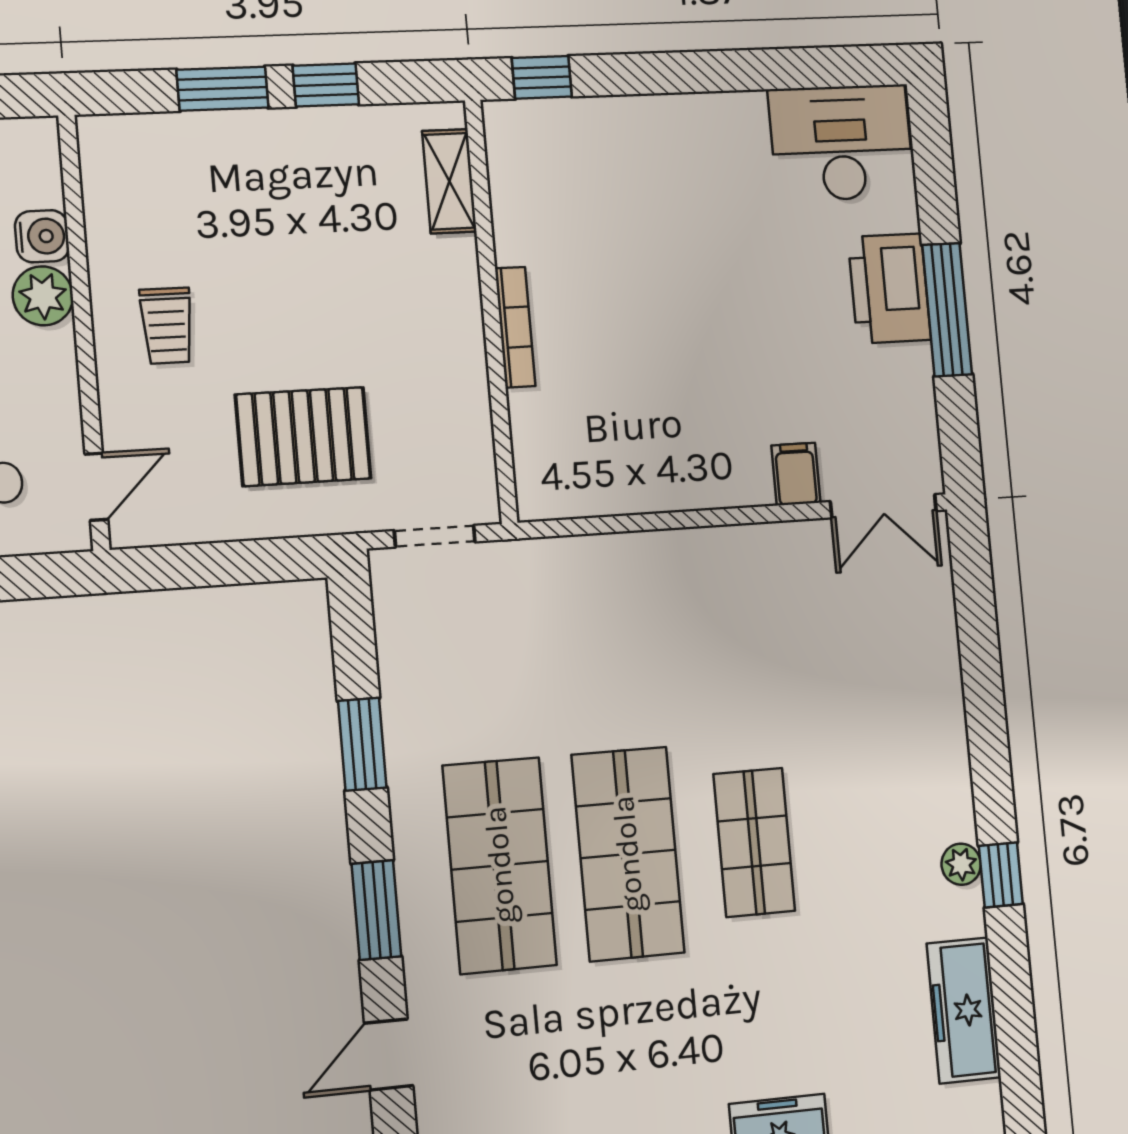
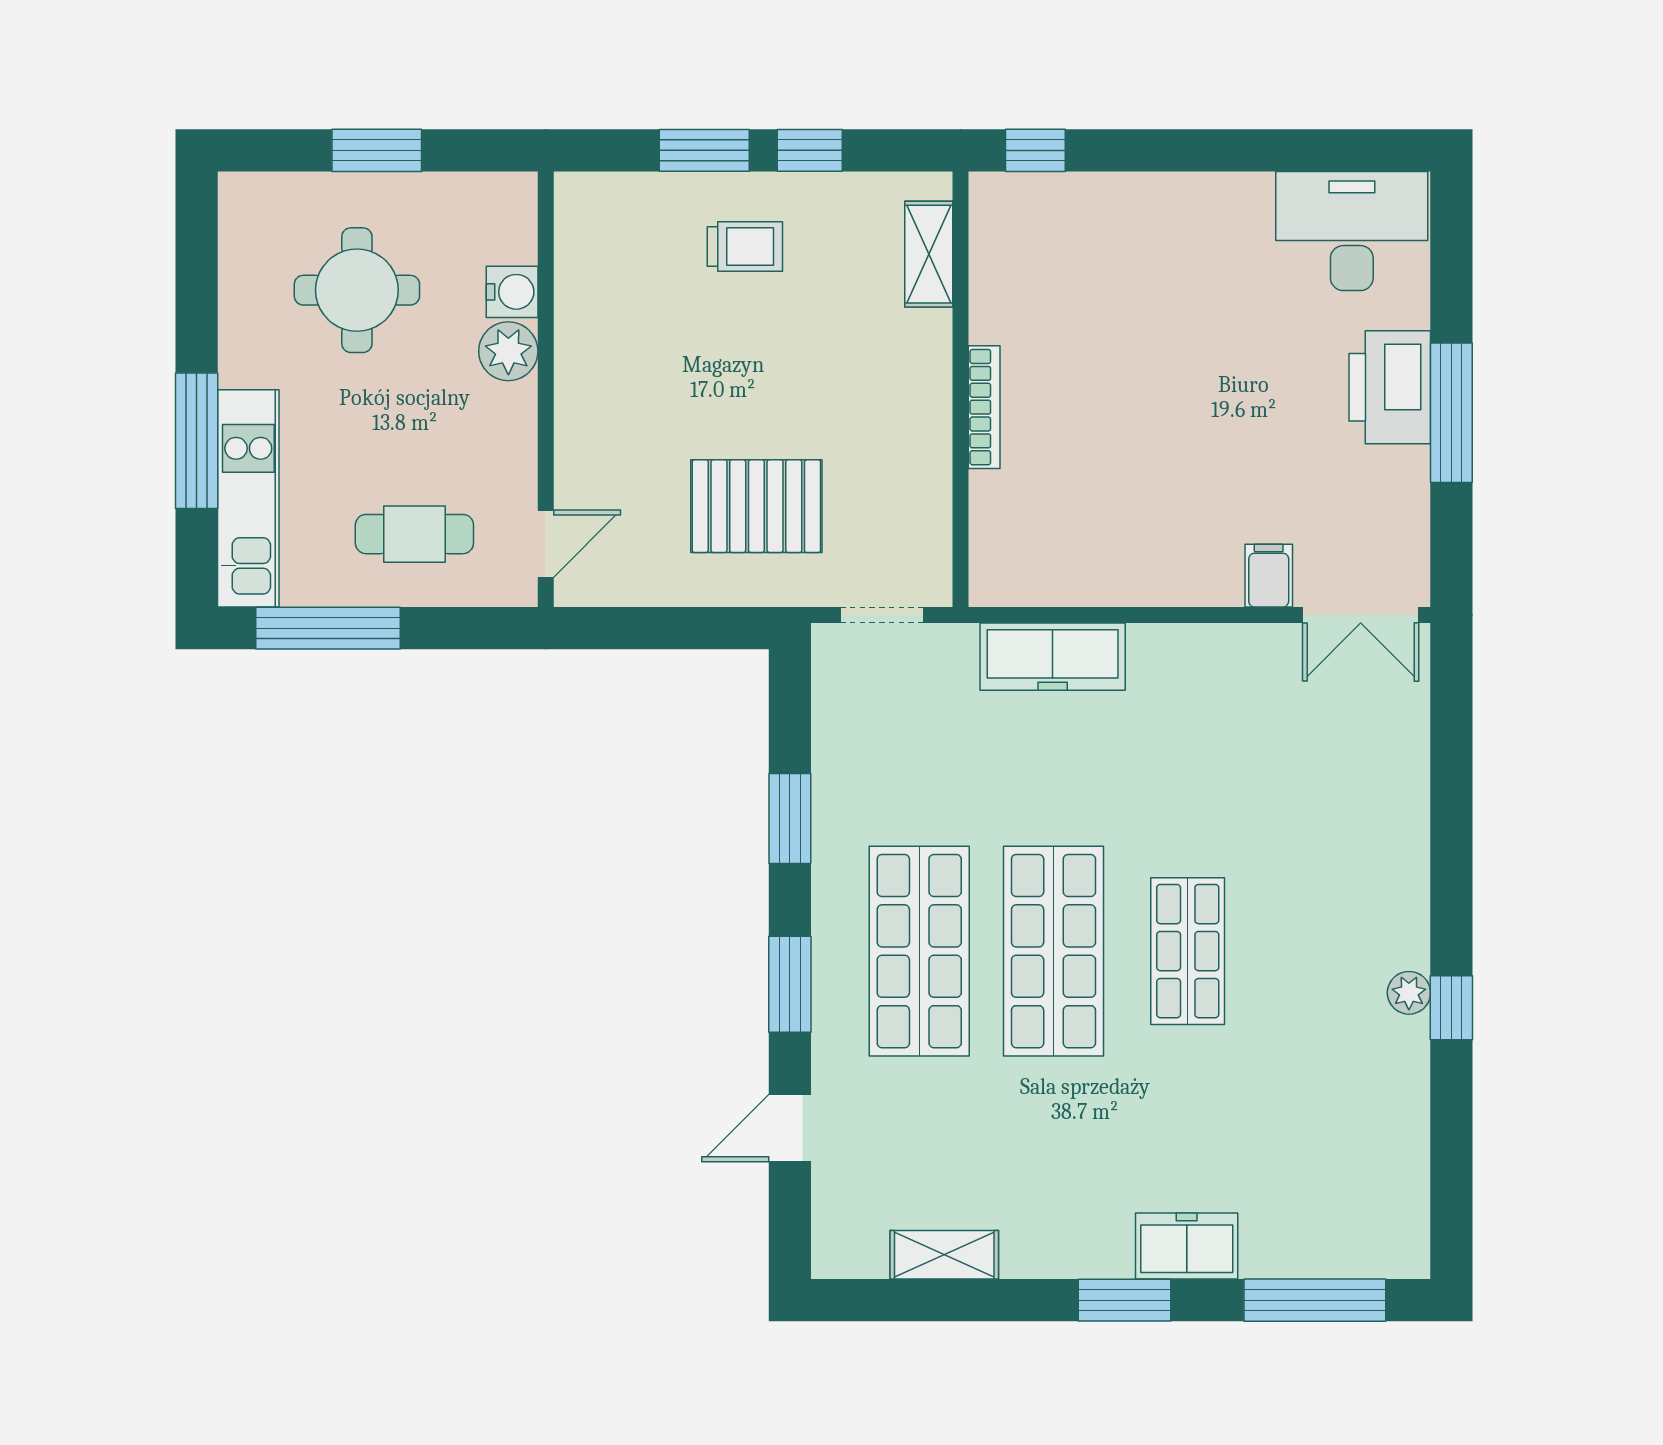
trolley: (167, 326) -> (745, 247), moved, turned -90
freezer: (964, 1010) -> (1053, 657), moved, turned -90

